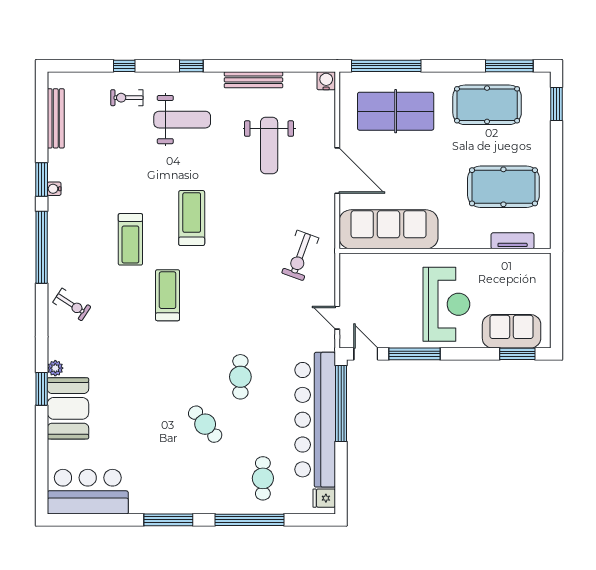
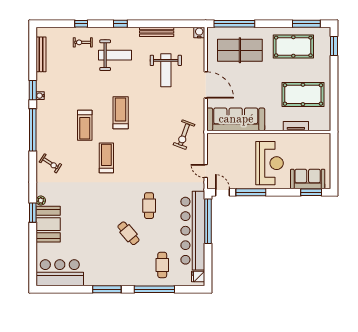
tv unit: (513, 241) -> (296, 126), moved

